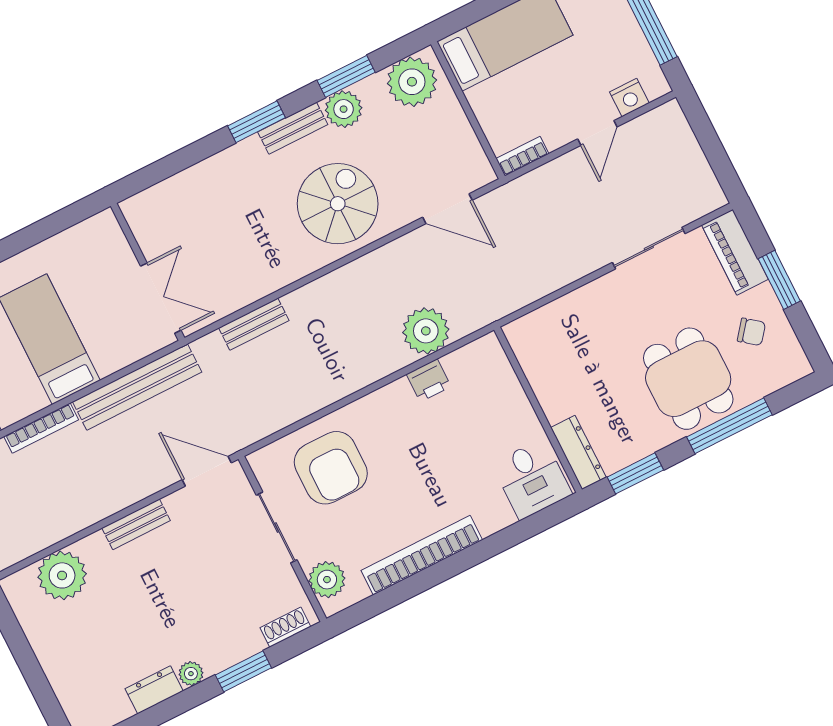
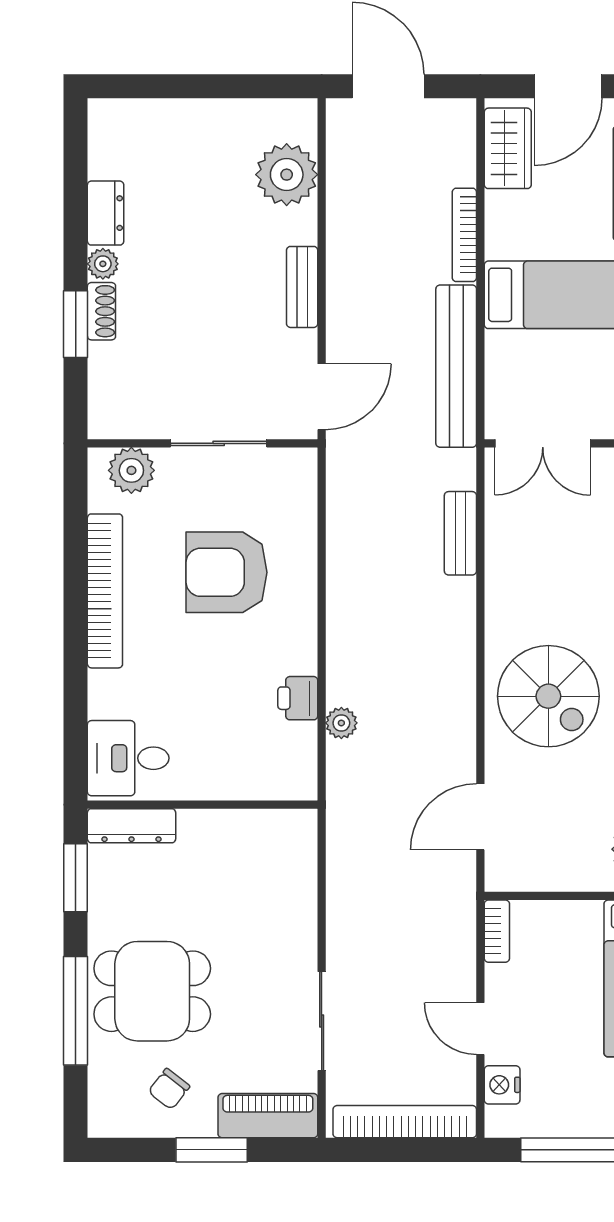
bookcase: (690, 153) -> (405, 1122), added
plant: (426, 331) -> (341, 723), width x0.53, depth x0.53
armchair: (331, 468) -> (226, 572), moved
shoe rack: (285, 627) -> (101, 311), moved

